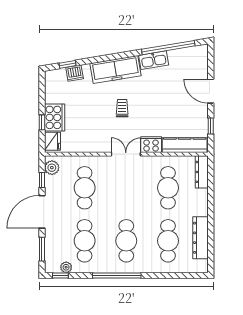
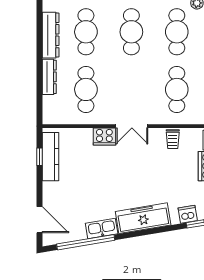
door: (211, 91) -> (40, 220), moved
trolley: (122, 108) -> (173, 139), moved
kitchen counter: (185, 145) -> (50, 157), moved, turned -90
dresser: (202, 172) -> (49, 77), moved

